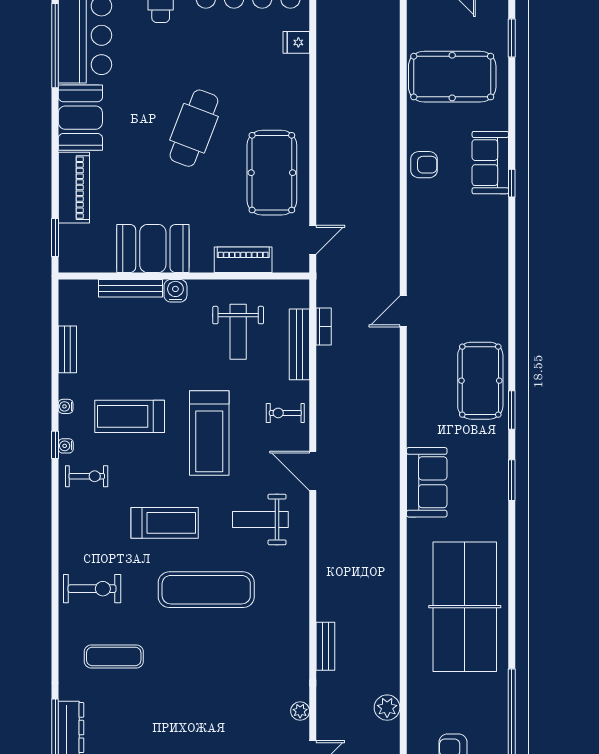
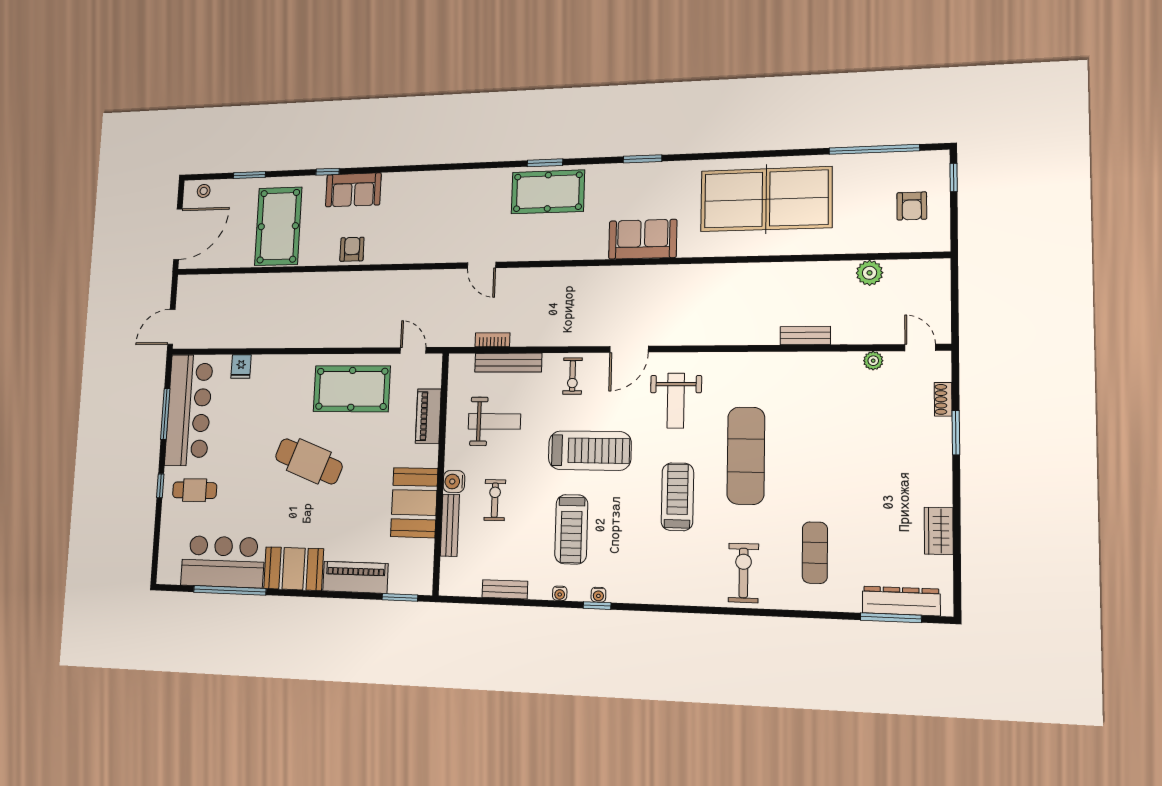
window: (512, 183) -> (328, 172), moved
window: (512, 410) -> (545, 163), moved
exercise bike: (87, 476) -> (495, 500), moved

